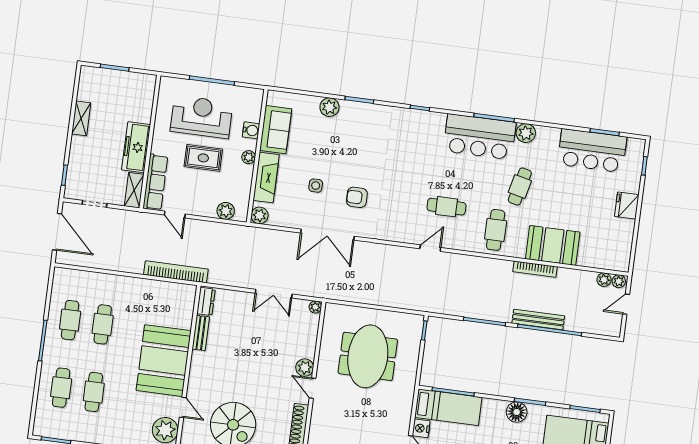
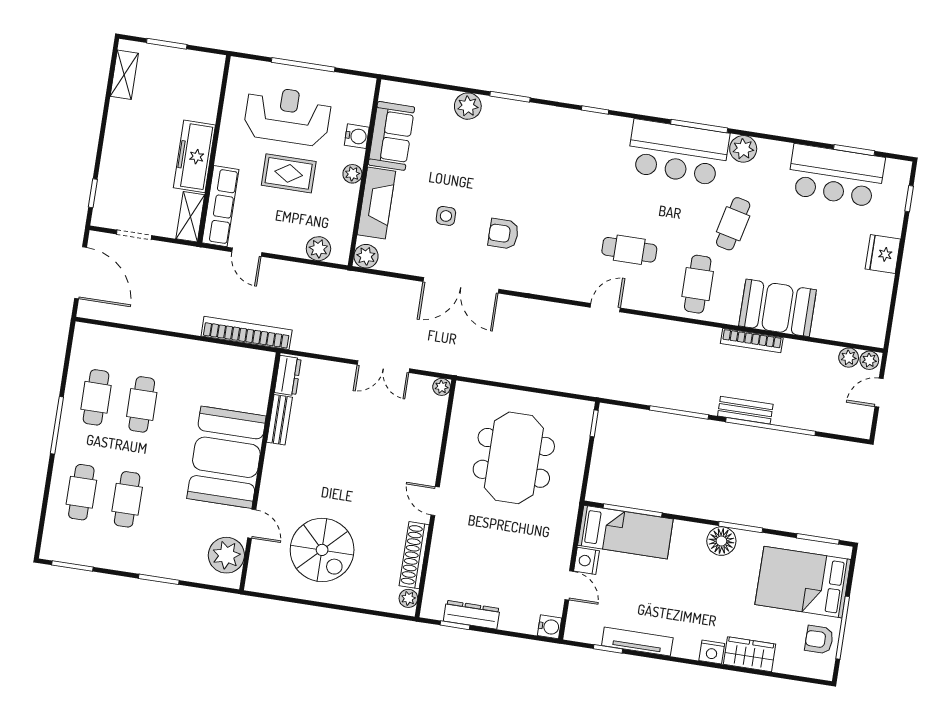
shelving: (81, 118) -> (124, 75), moved
bench: (538, 320) -> (745, 410), width x0.73
plant: (305, 368) -> (425, 472), removed

